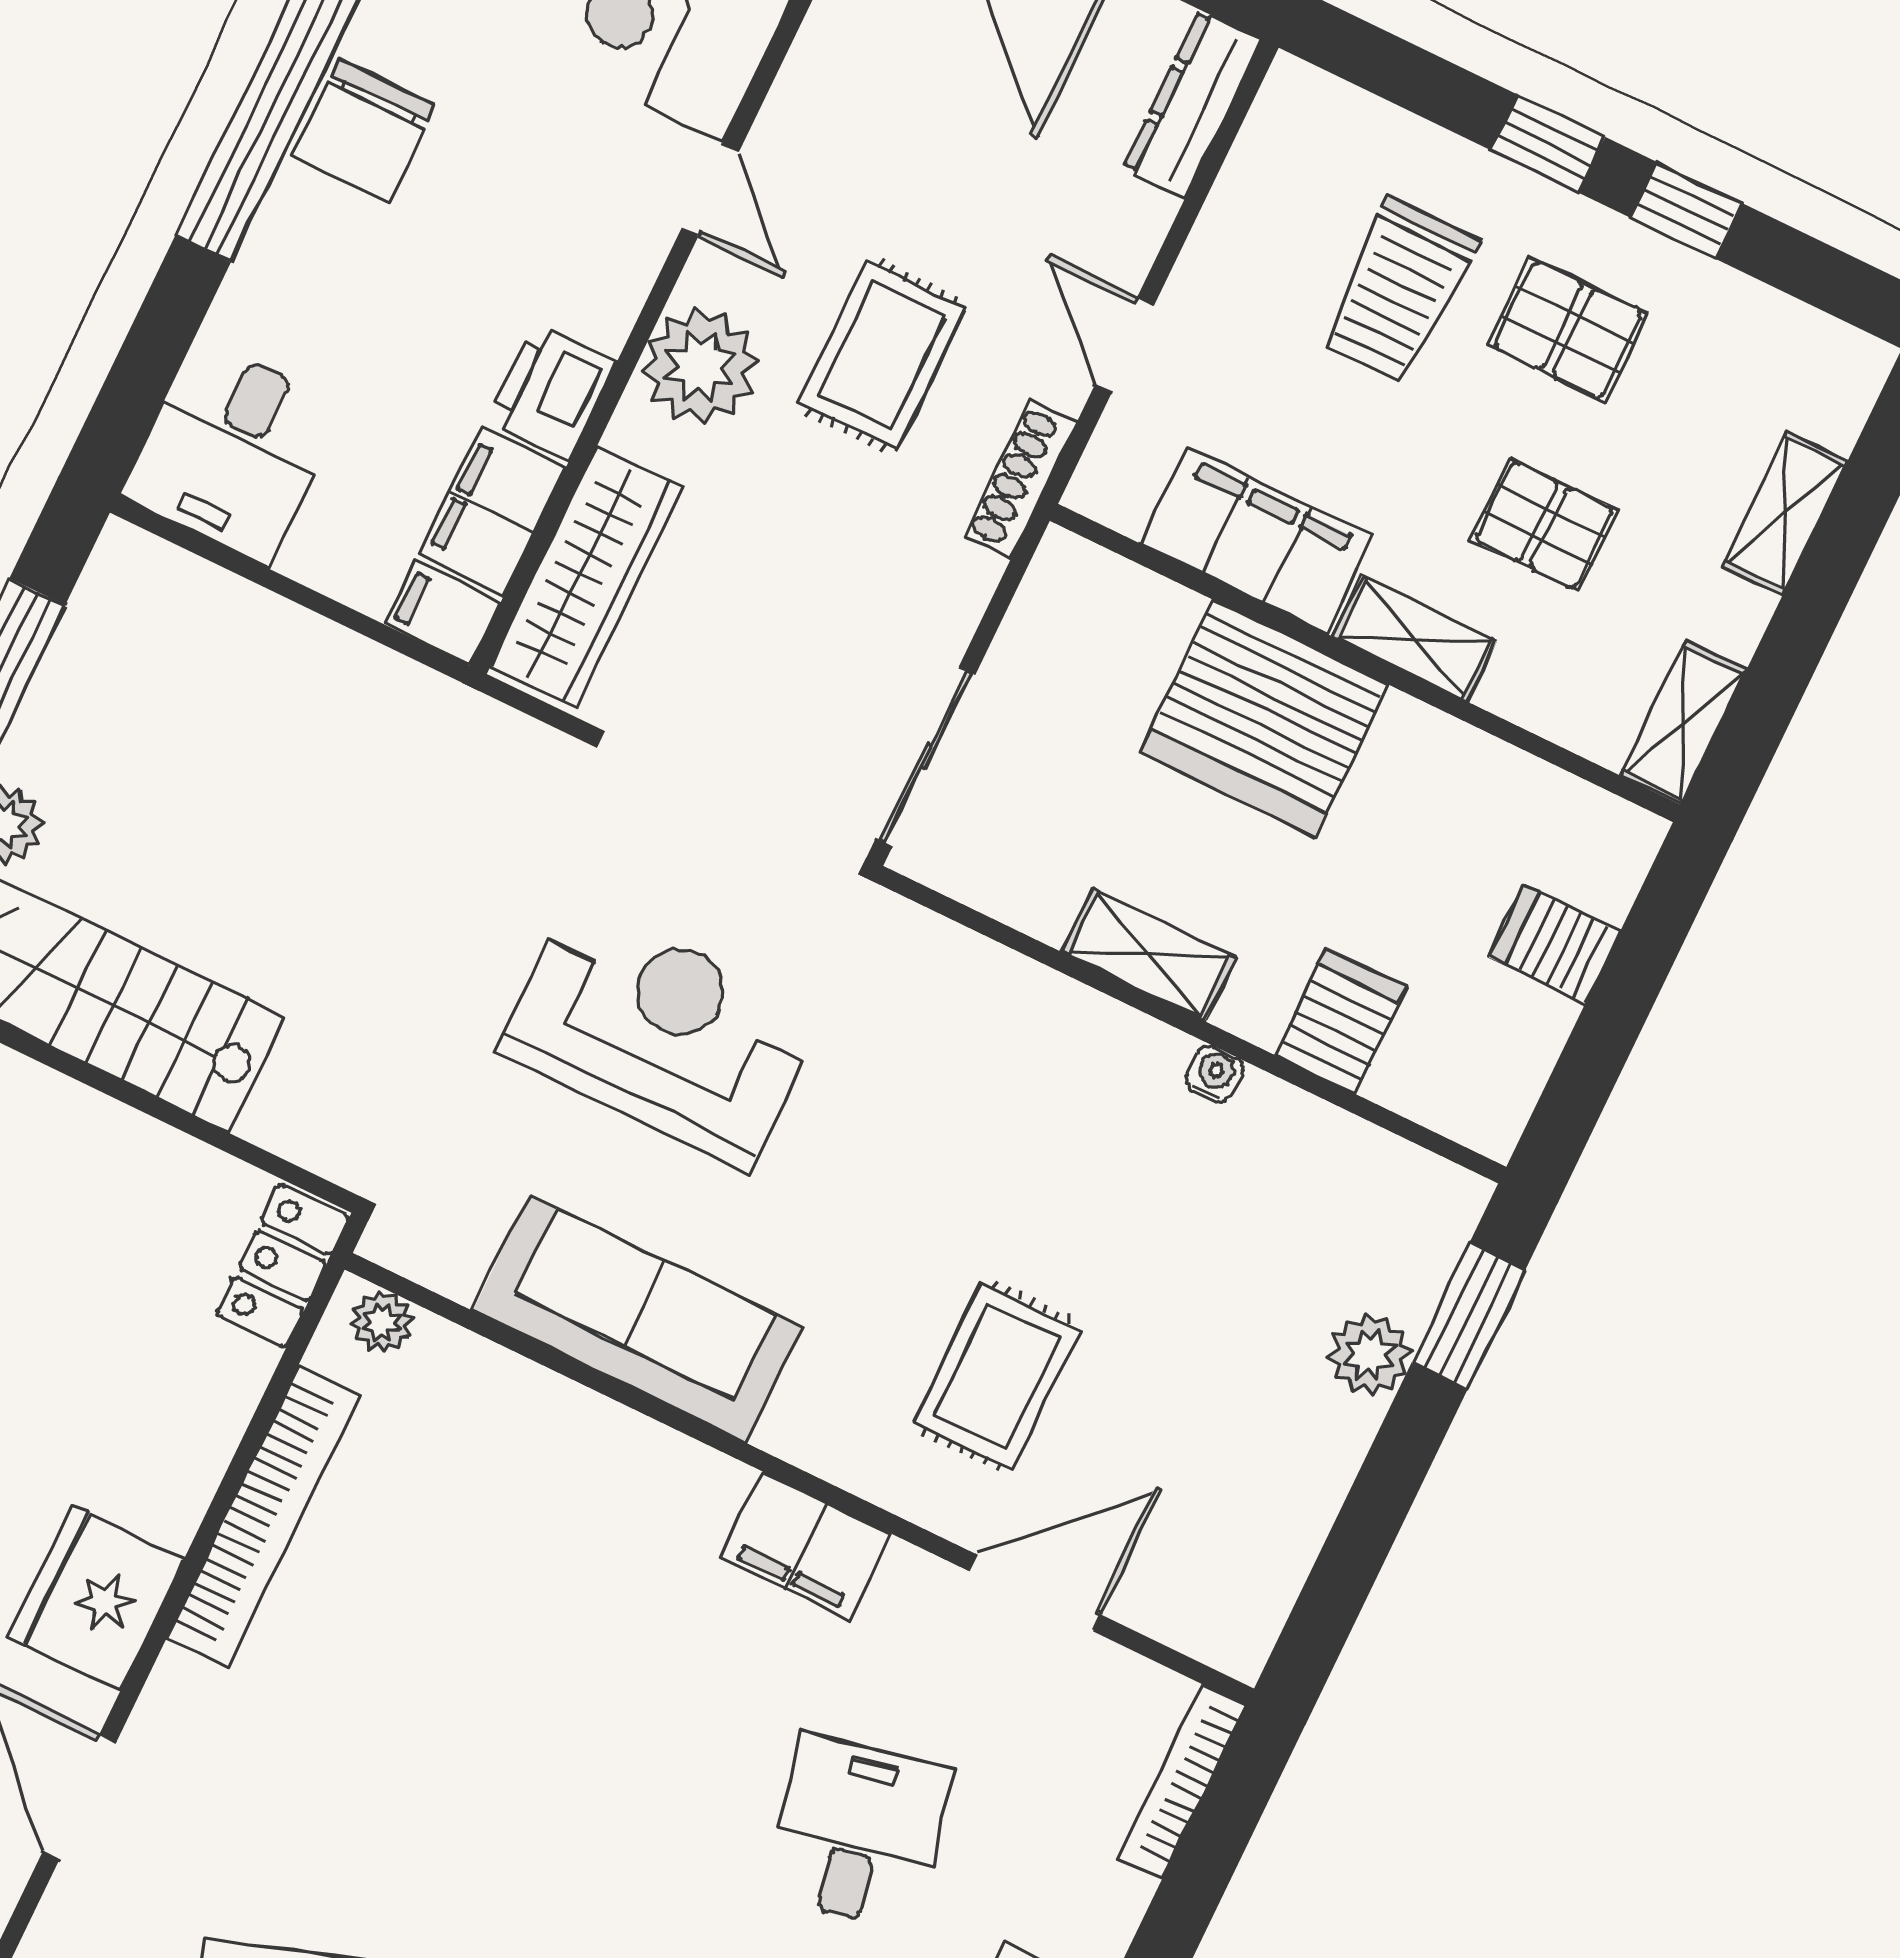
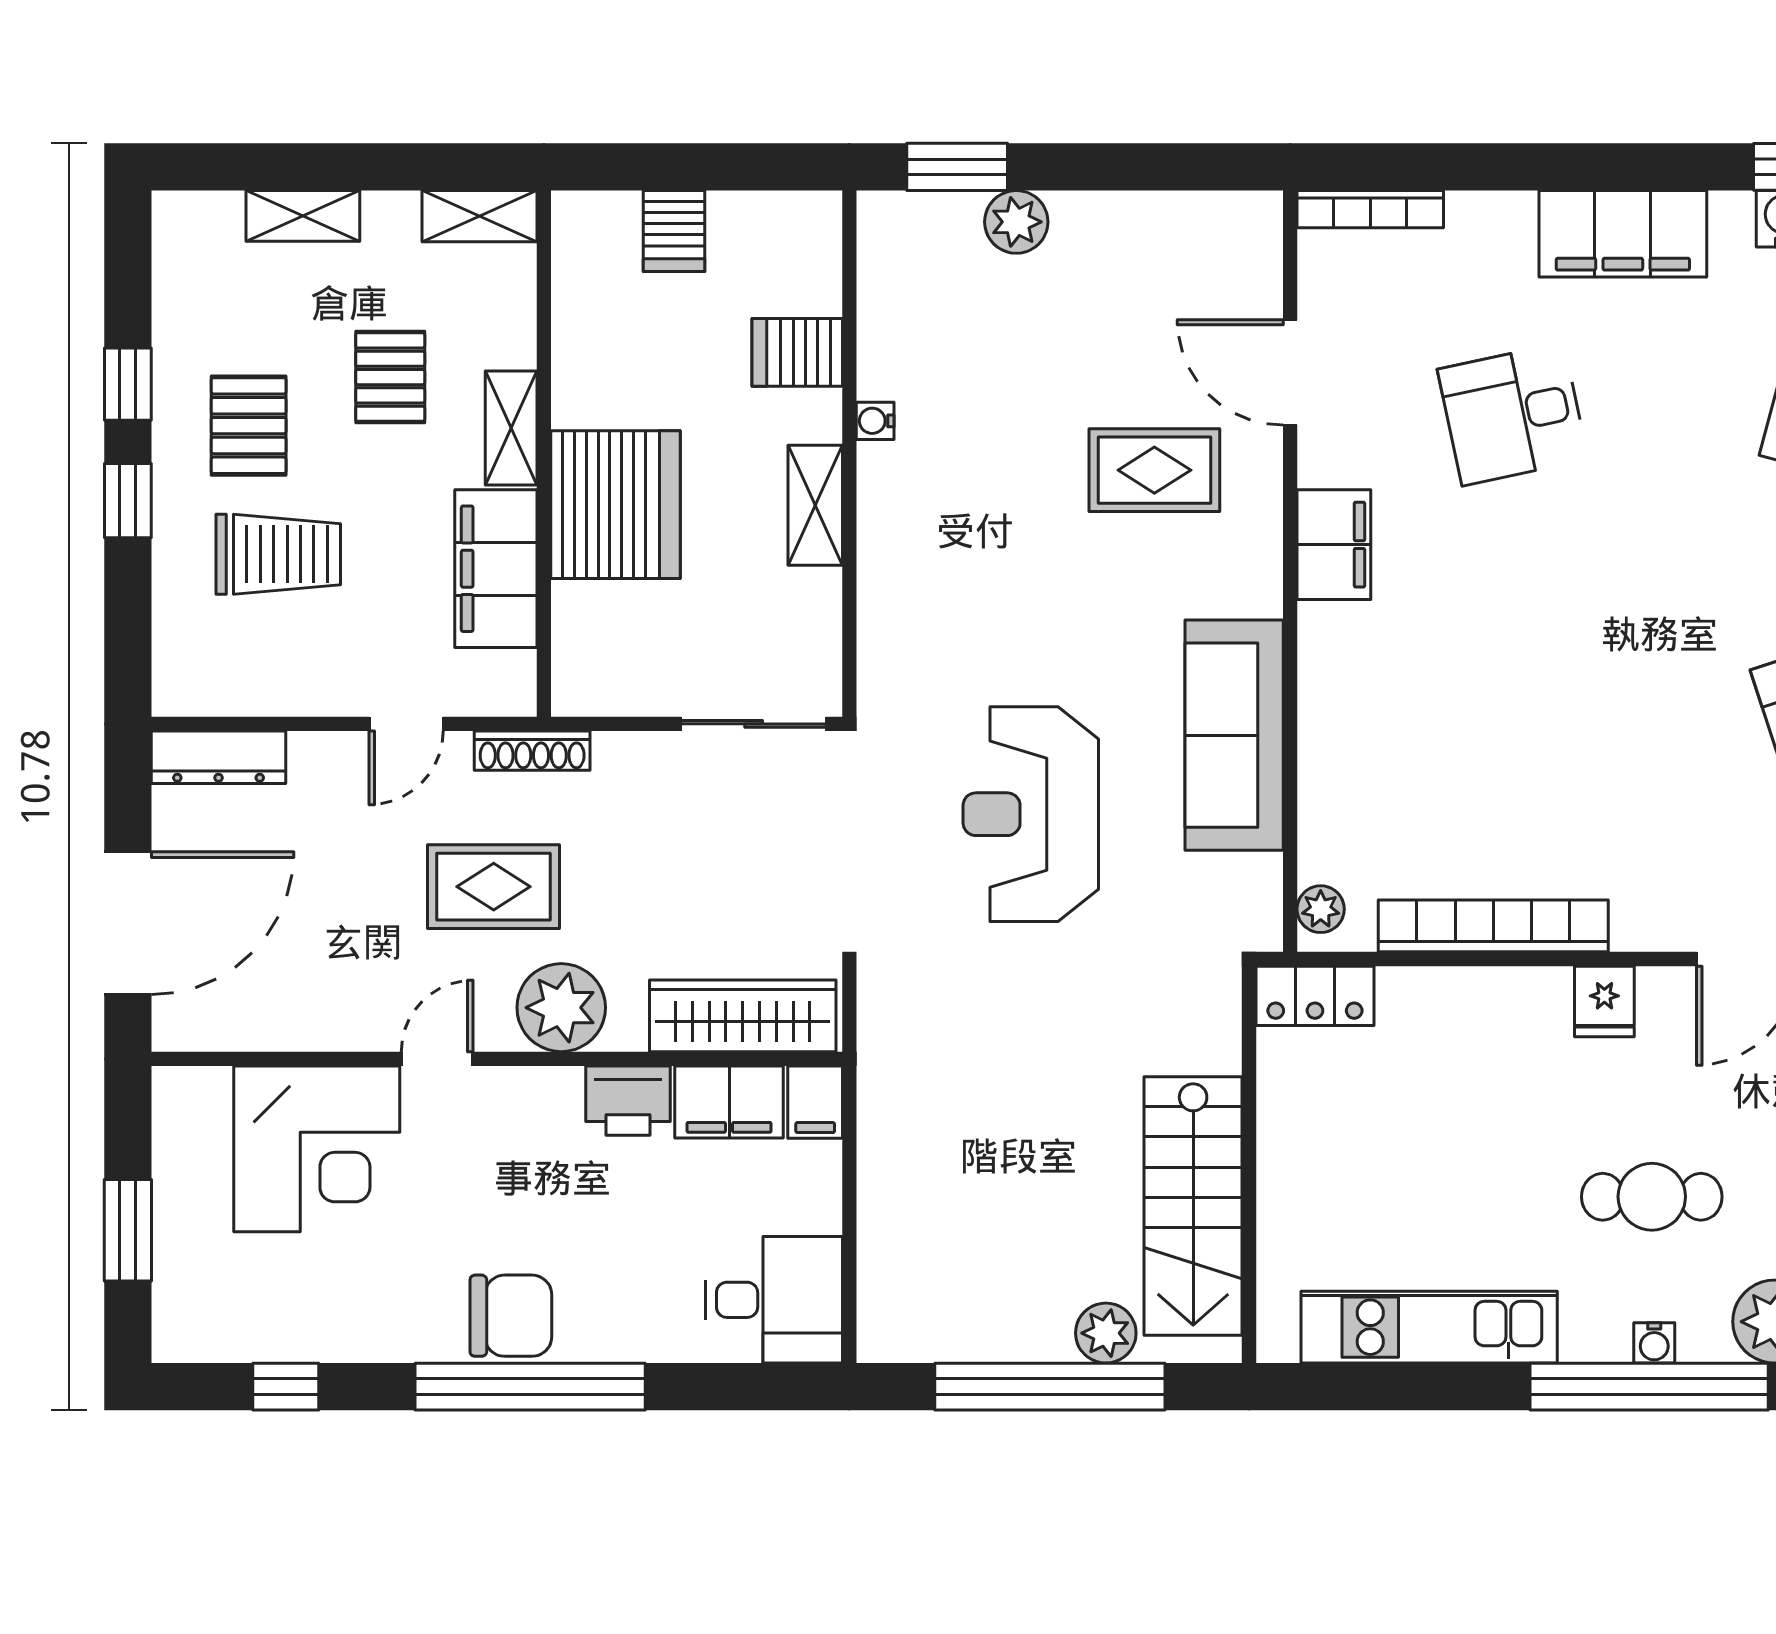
fridge: (96, 1598) -> (1604, 1001), width x0.53, depth x0.75

